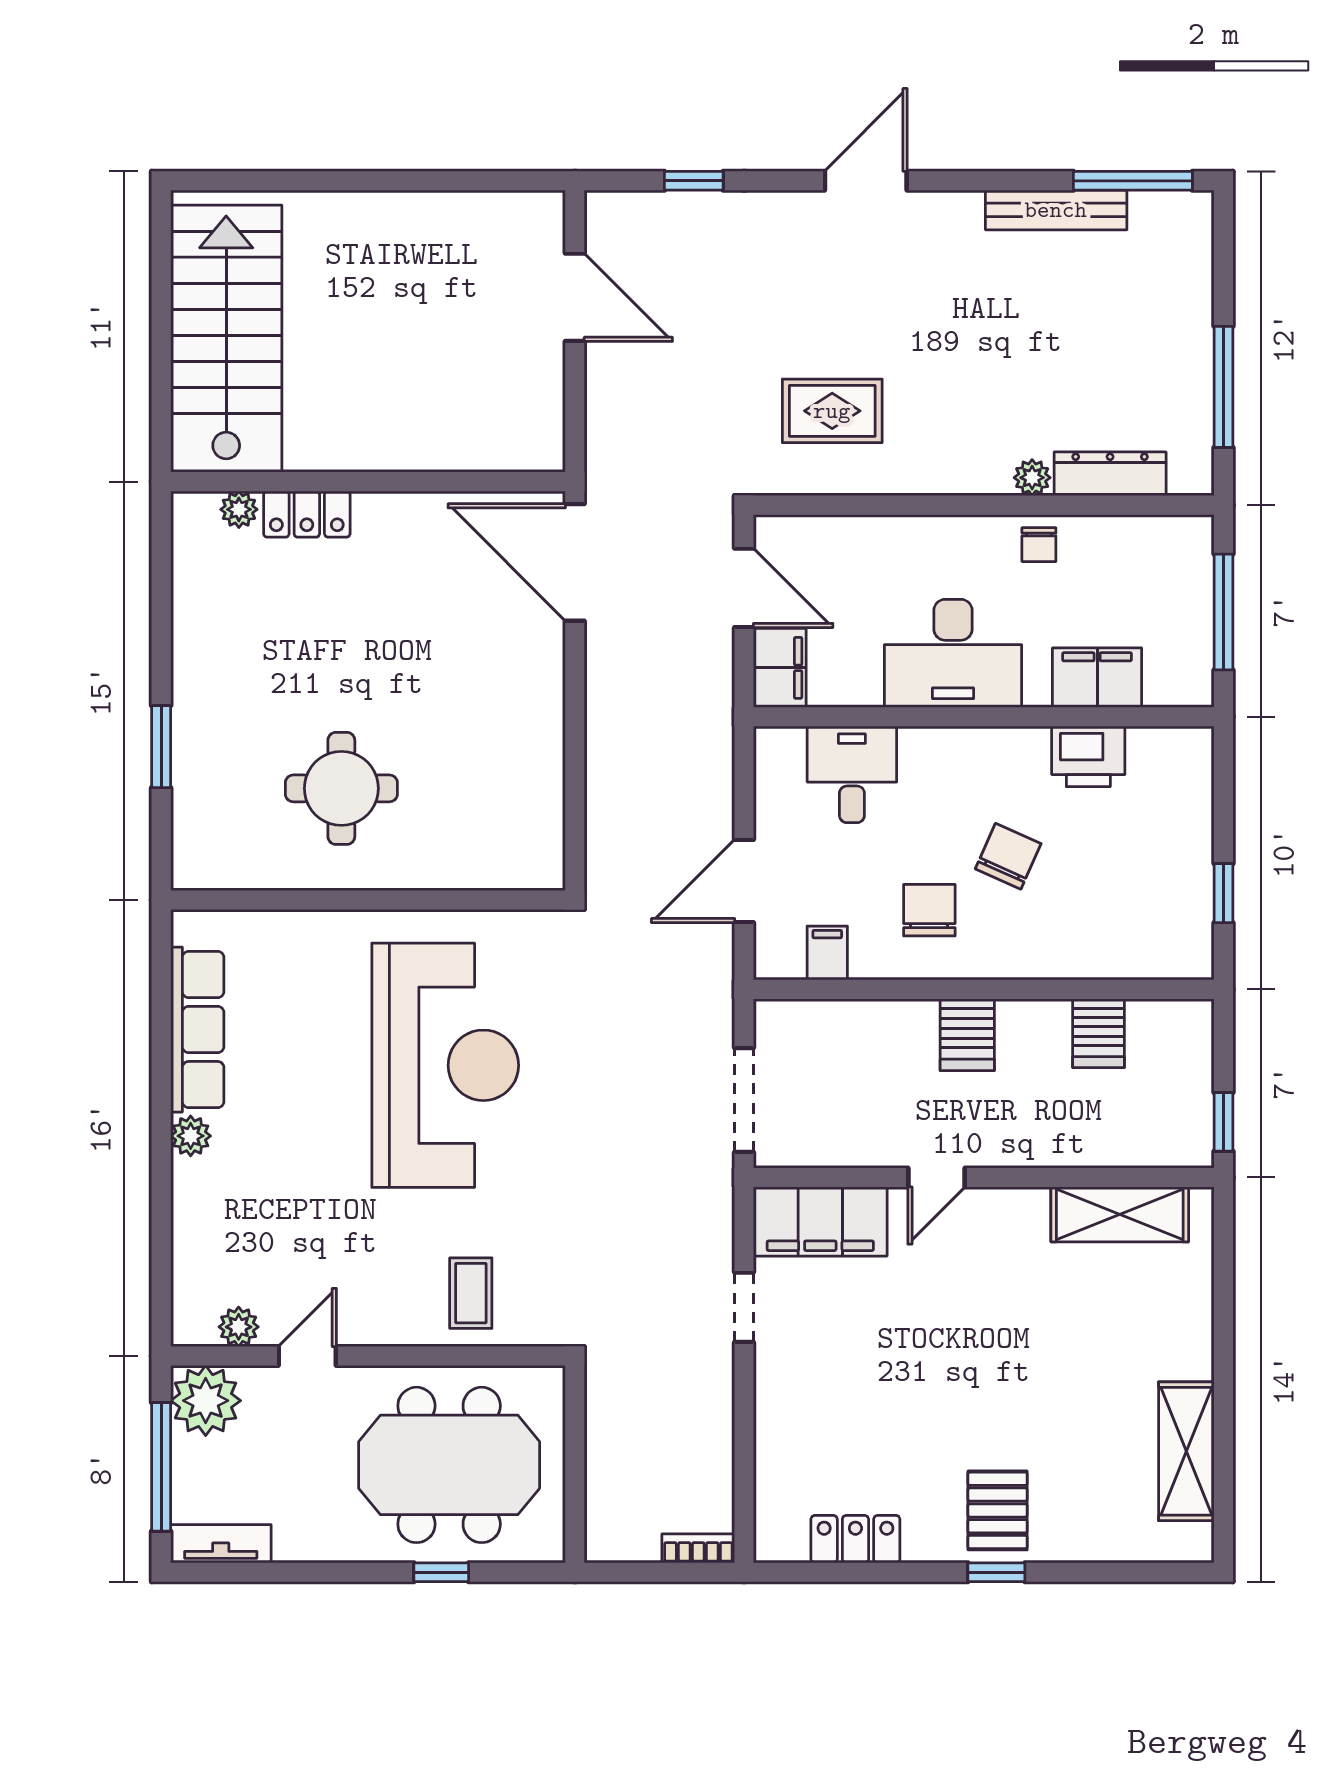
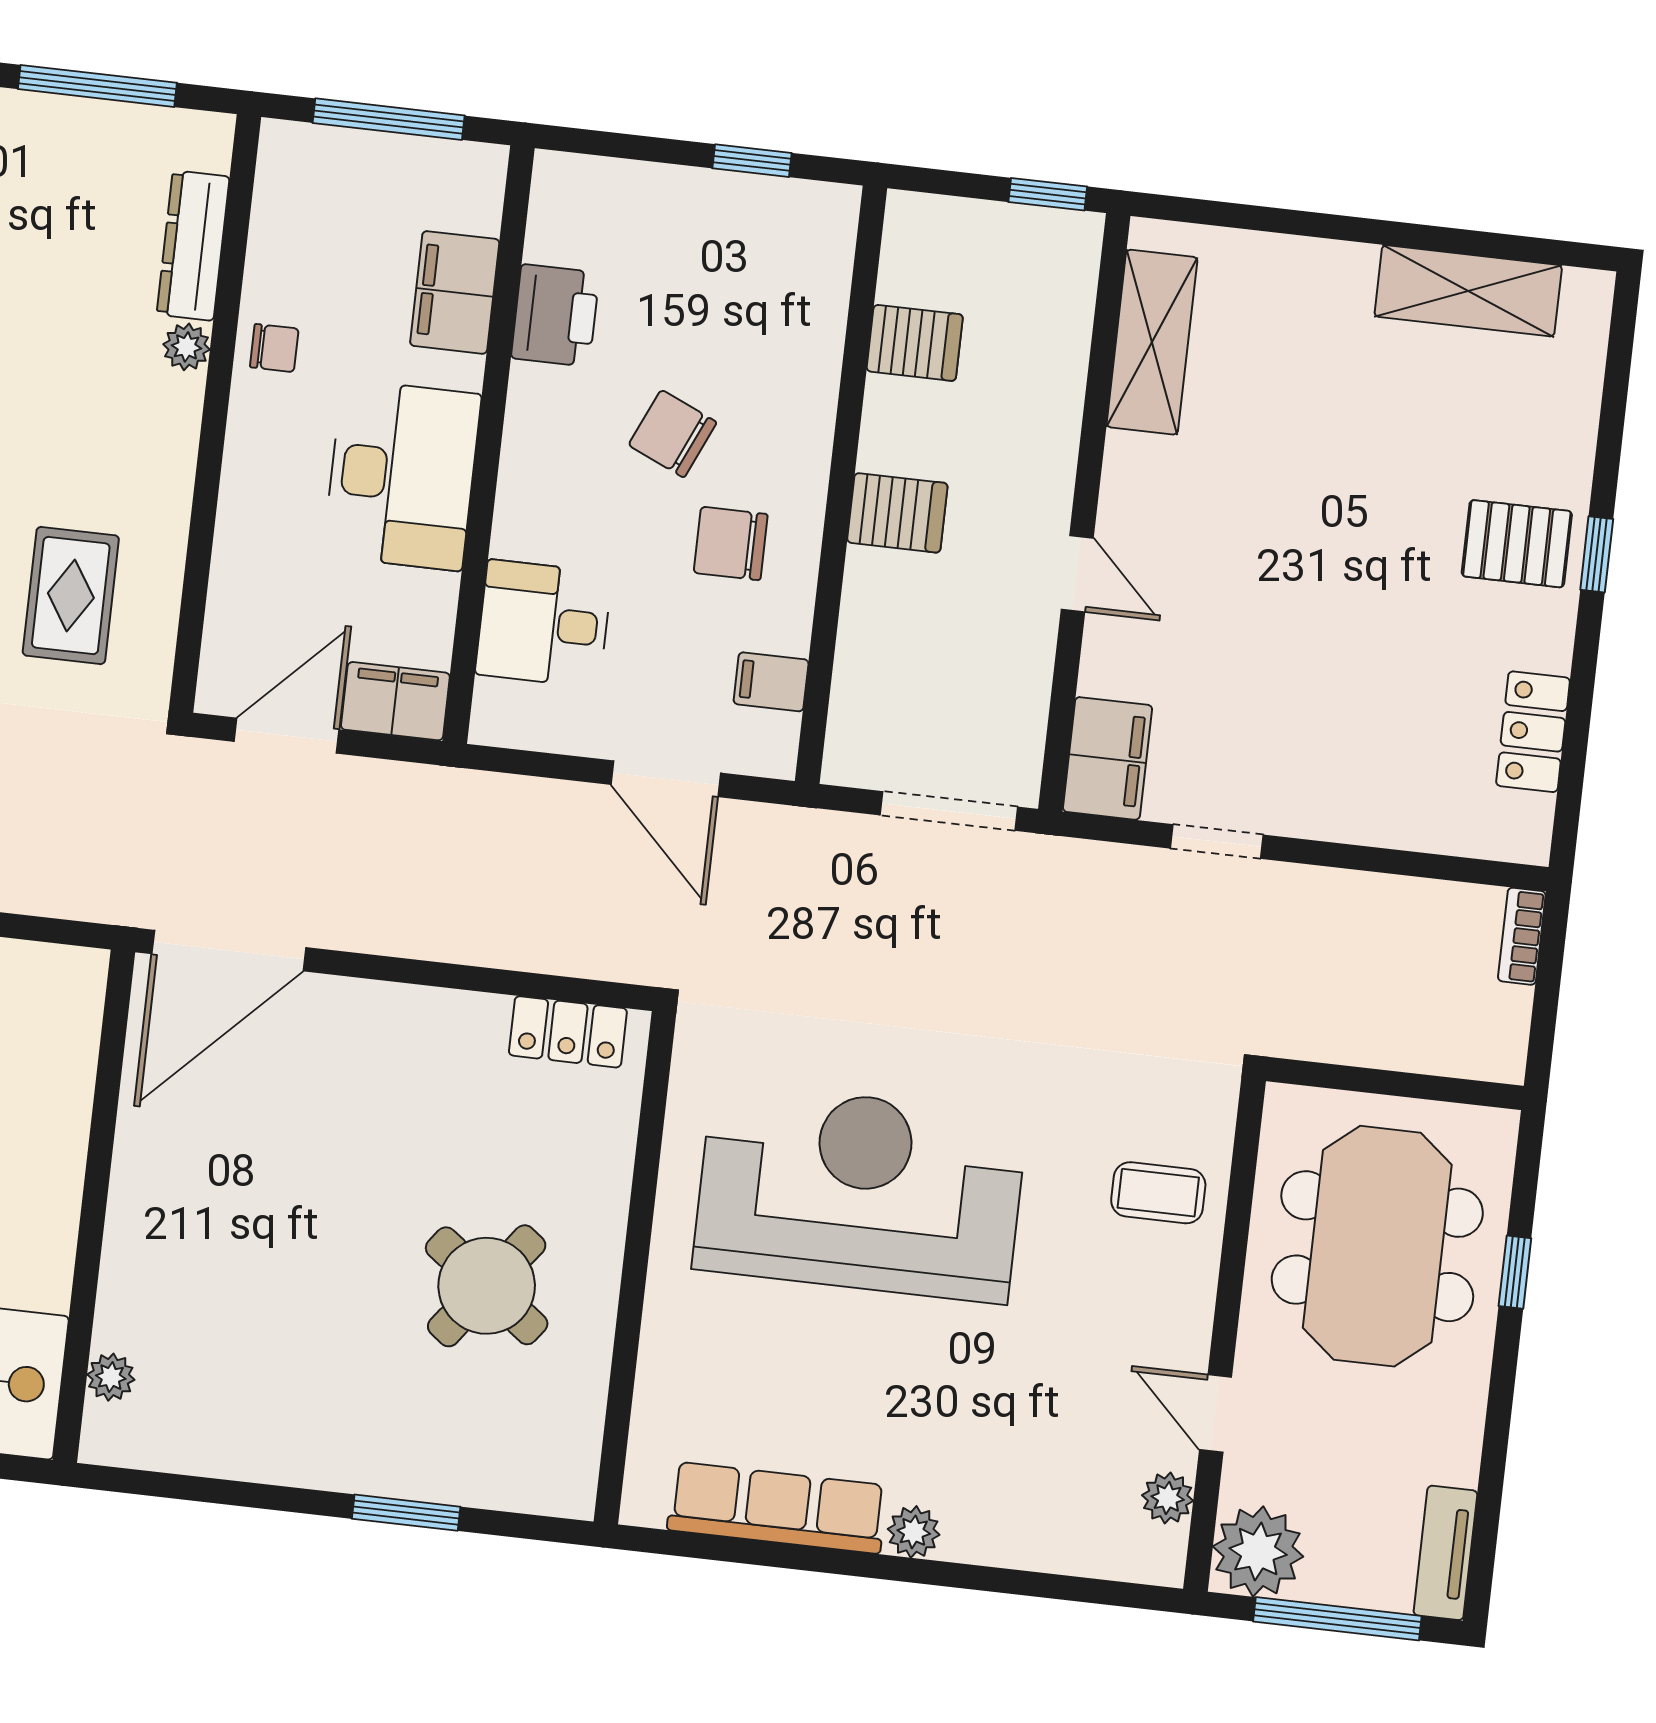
locker: (307, 514) -> (568, 1032), moved, turned 90
round table: (341, 788) -> (487, 1286), turned 37
filing cabinet: (820, 1221) -> (1107, 758), width x0.67, depth x0.86

